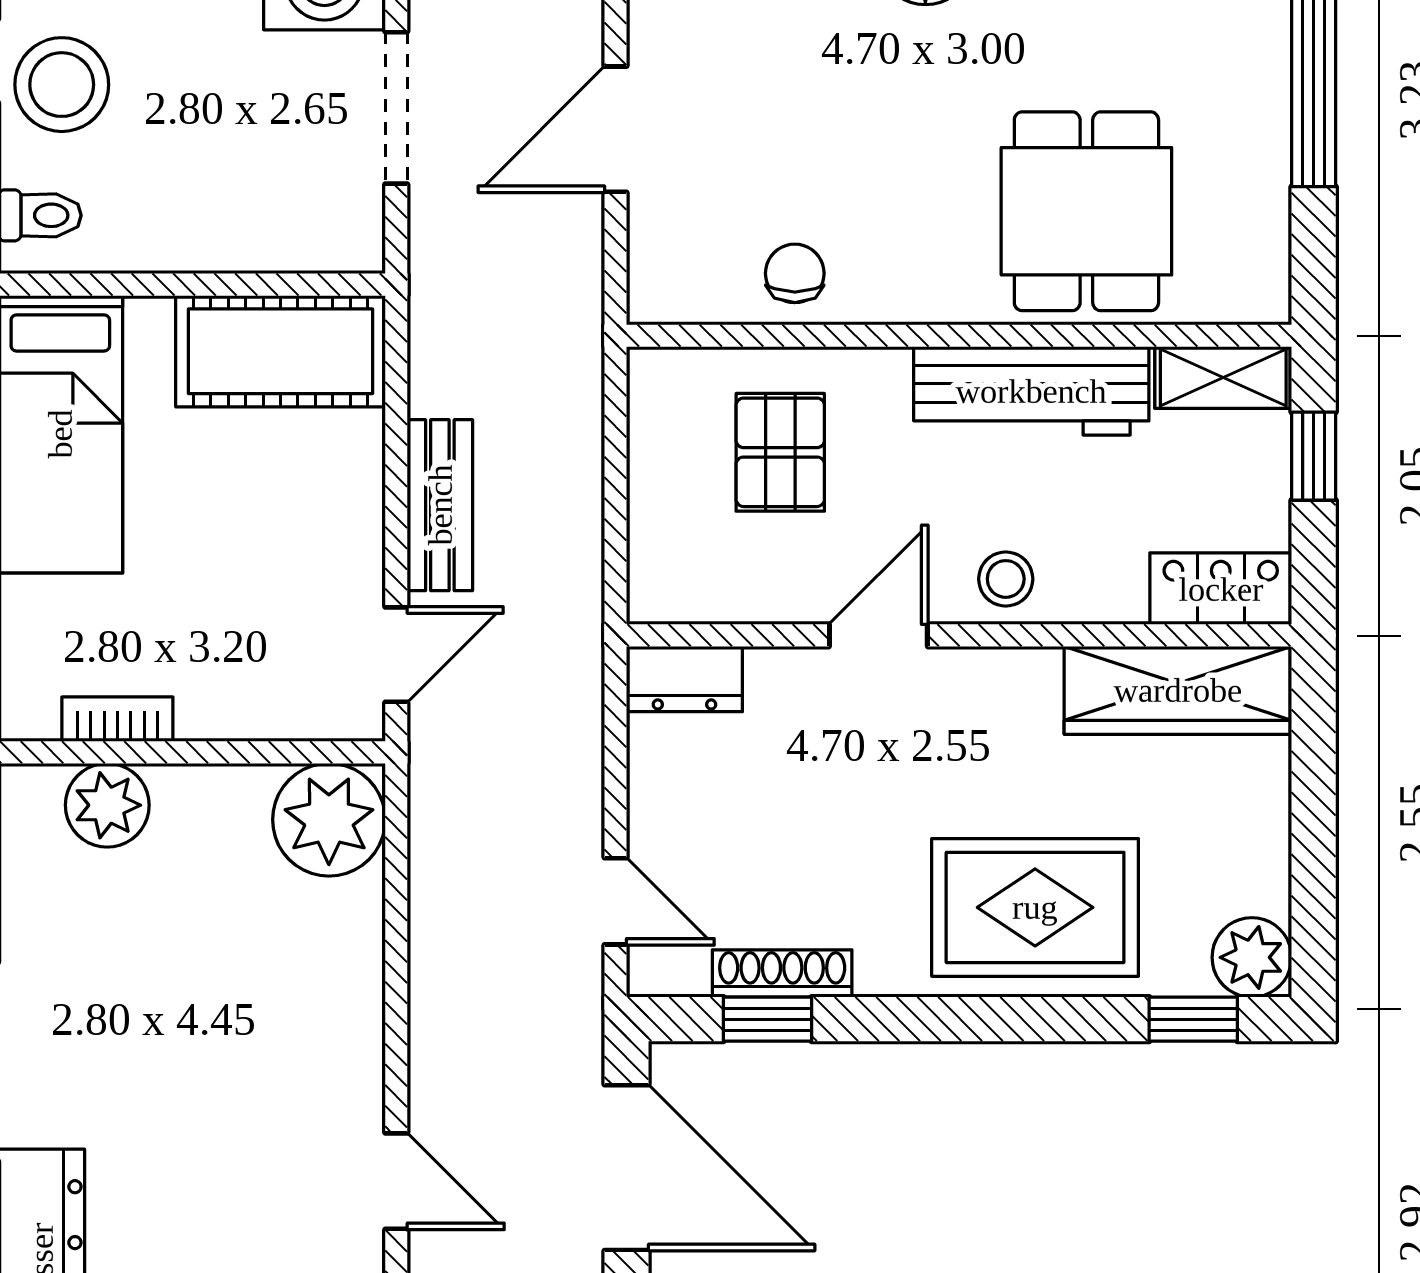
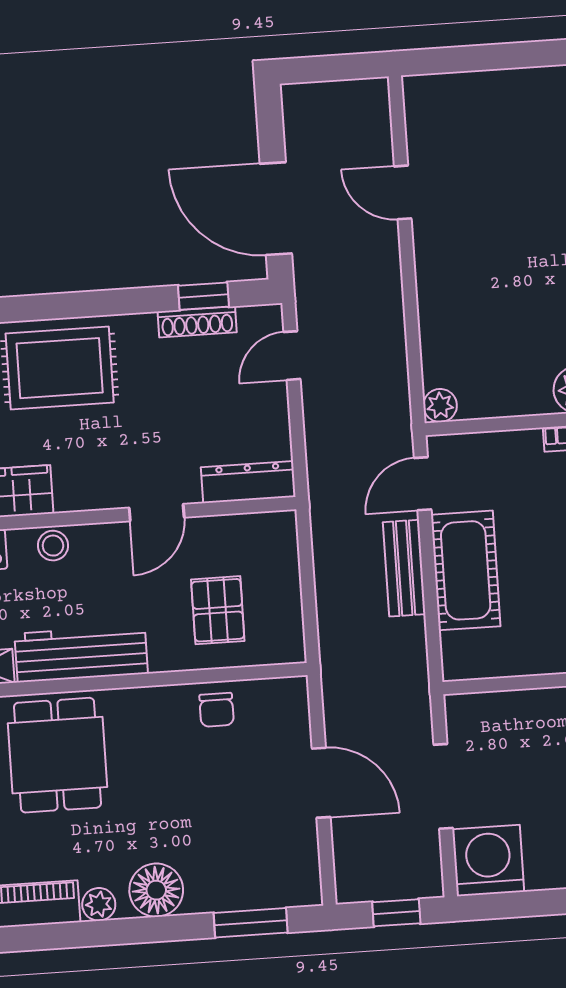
door: (616, 129) -> (321, 783), hinge flipped
cot: (281, 351) -> (466, 570), moved, turned 90
stool: (1006, 579) -> (53, 546), moved
dresser: (684, 679) -> (248, 482), width x1.44
plant: (329, 820) -> (440, 405), width x0.53, depth x0.53
door: (616, 901) -> (292, 356), hinge flipped

